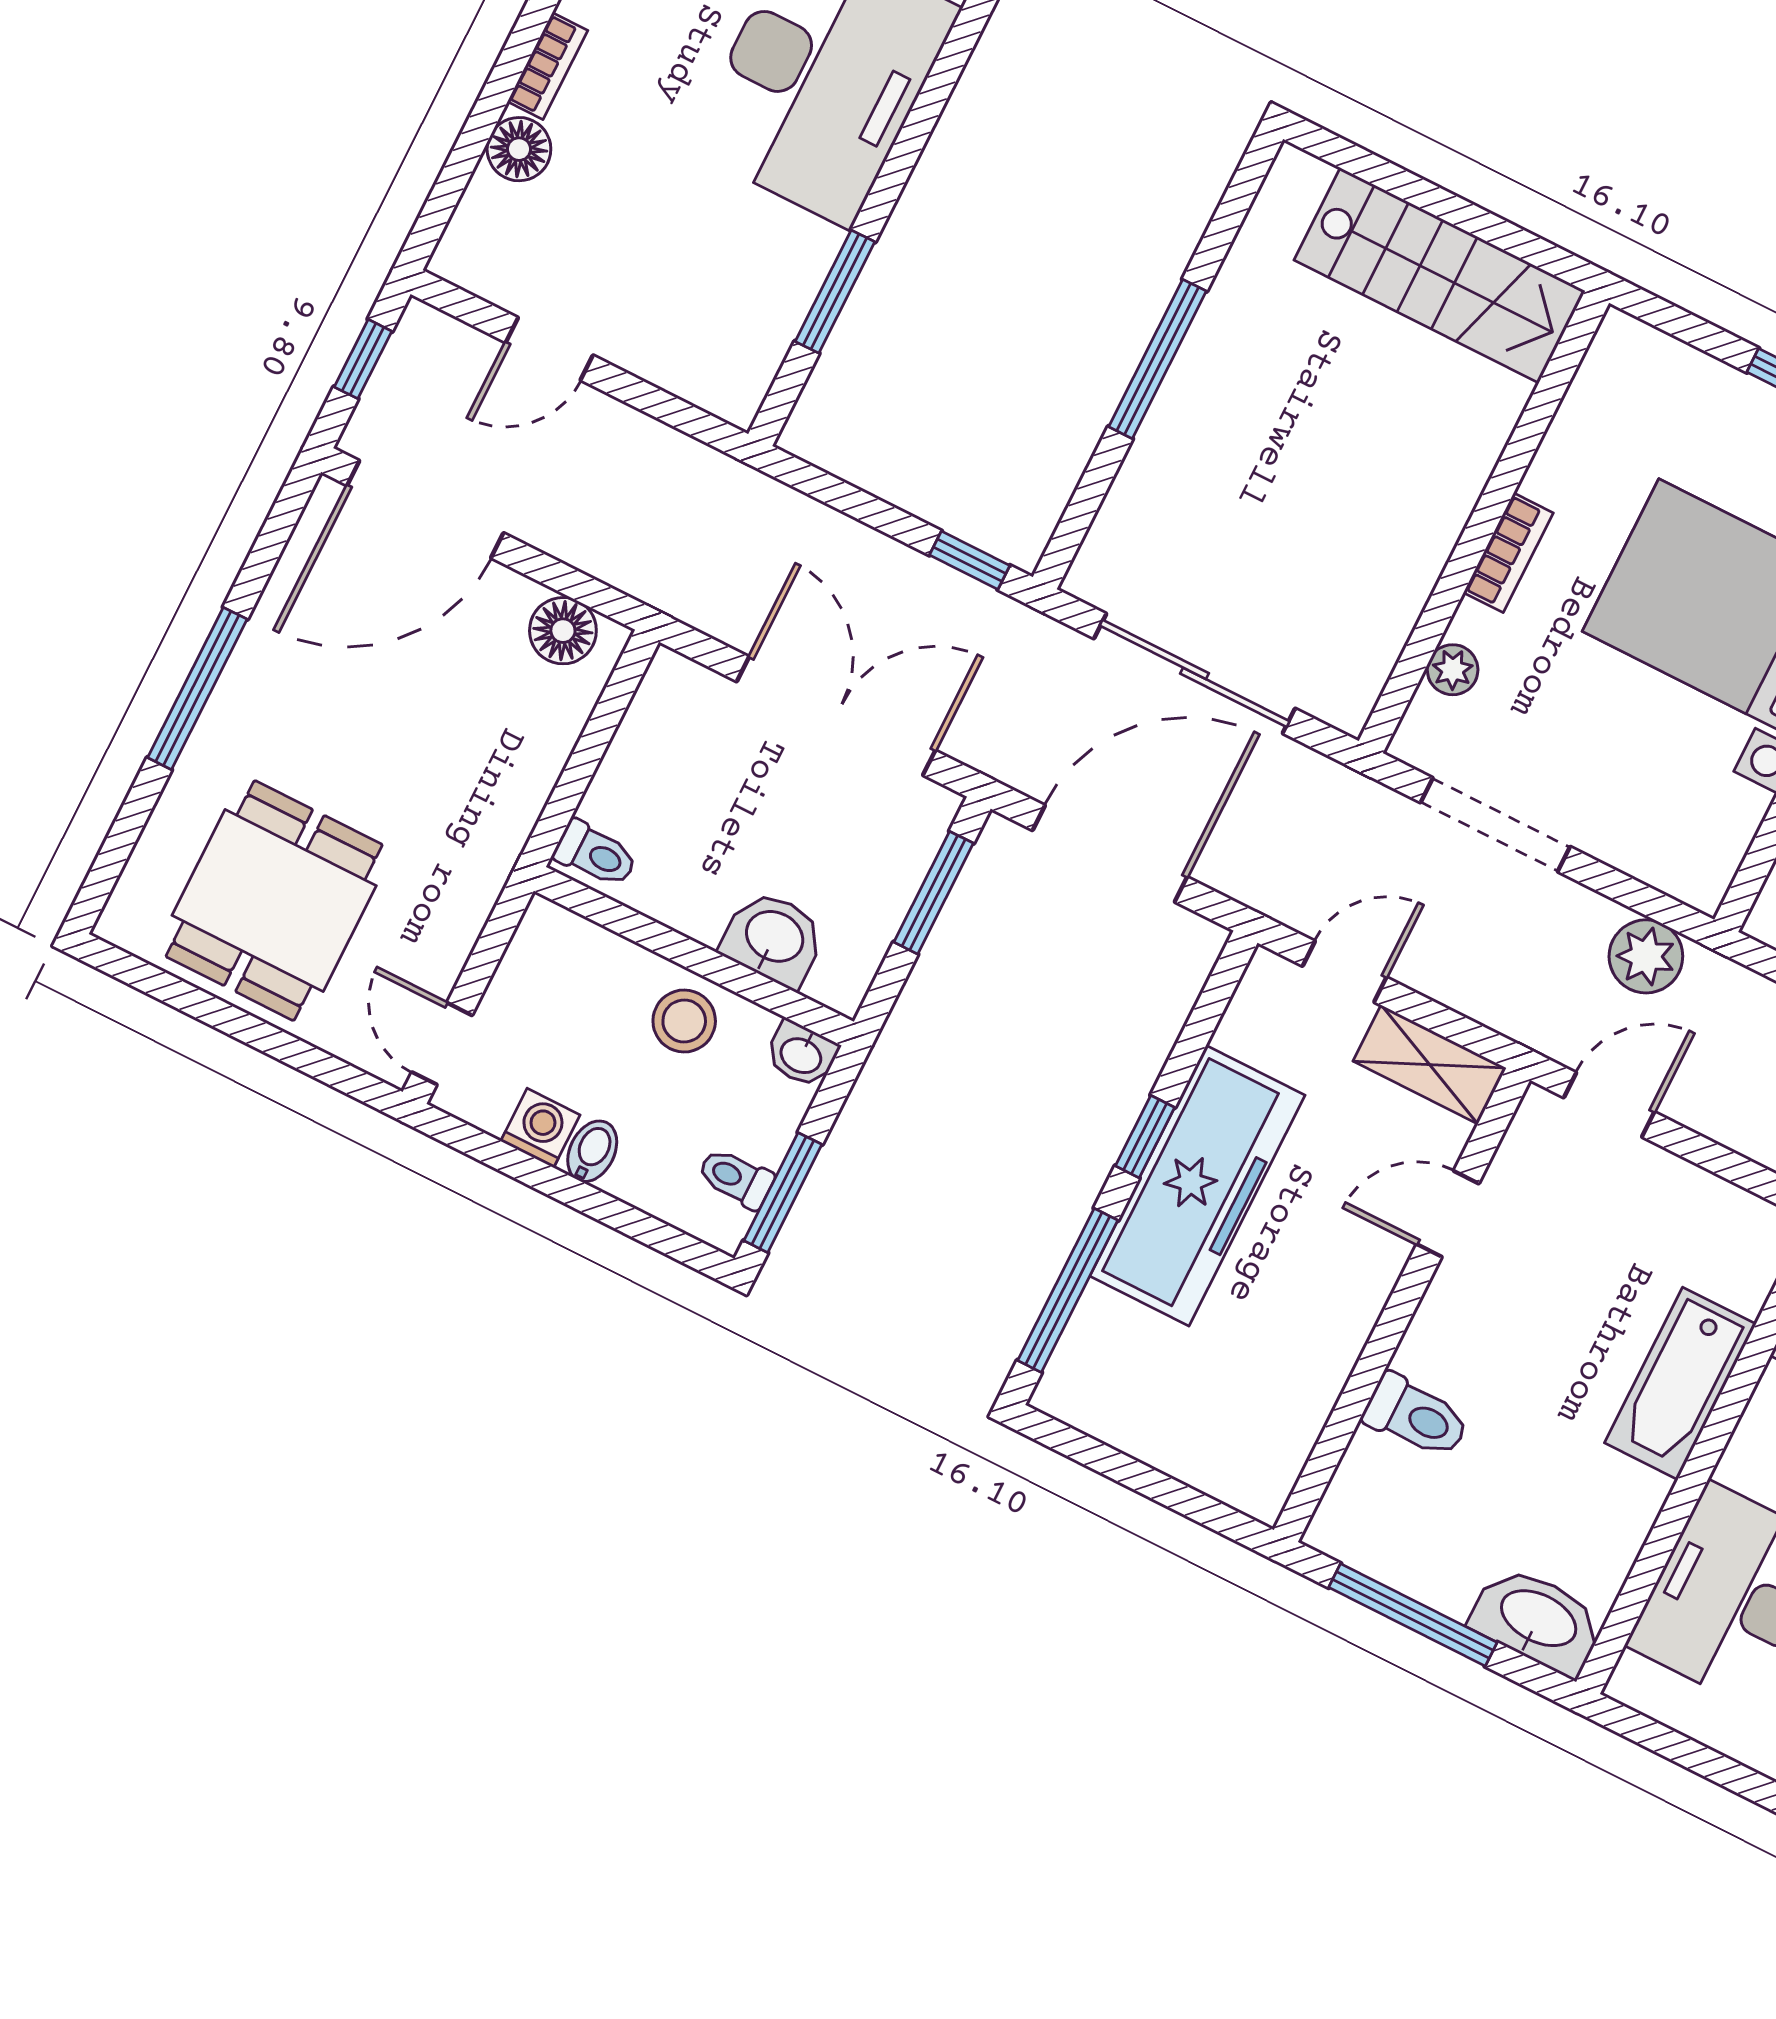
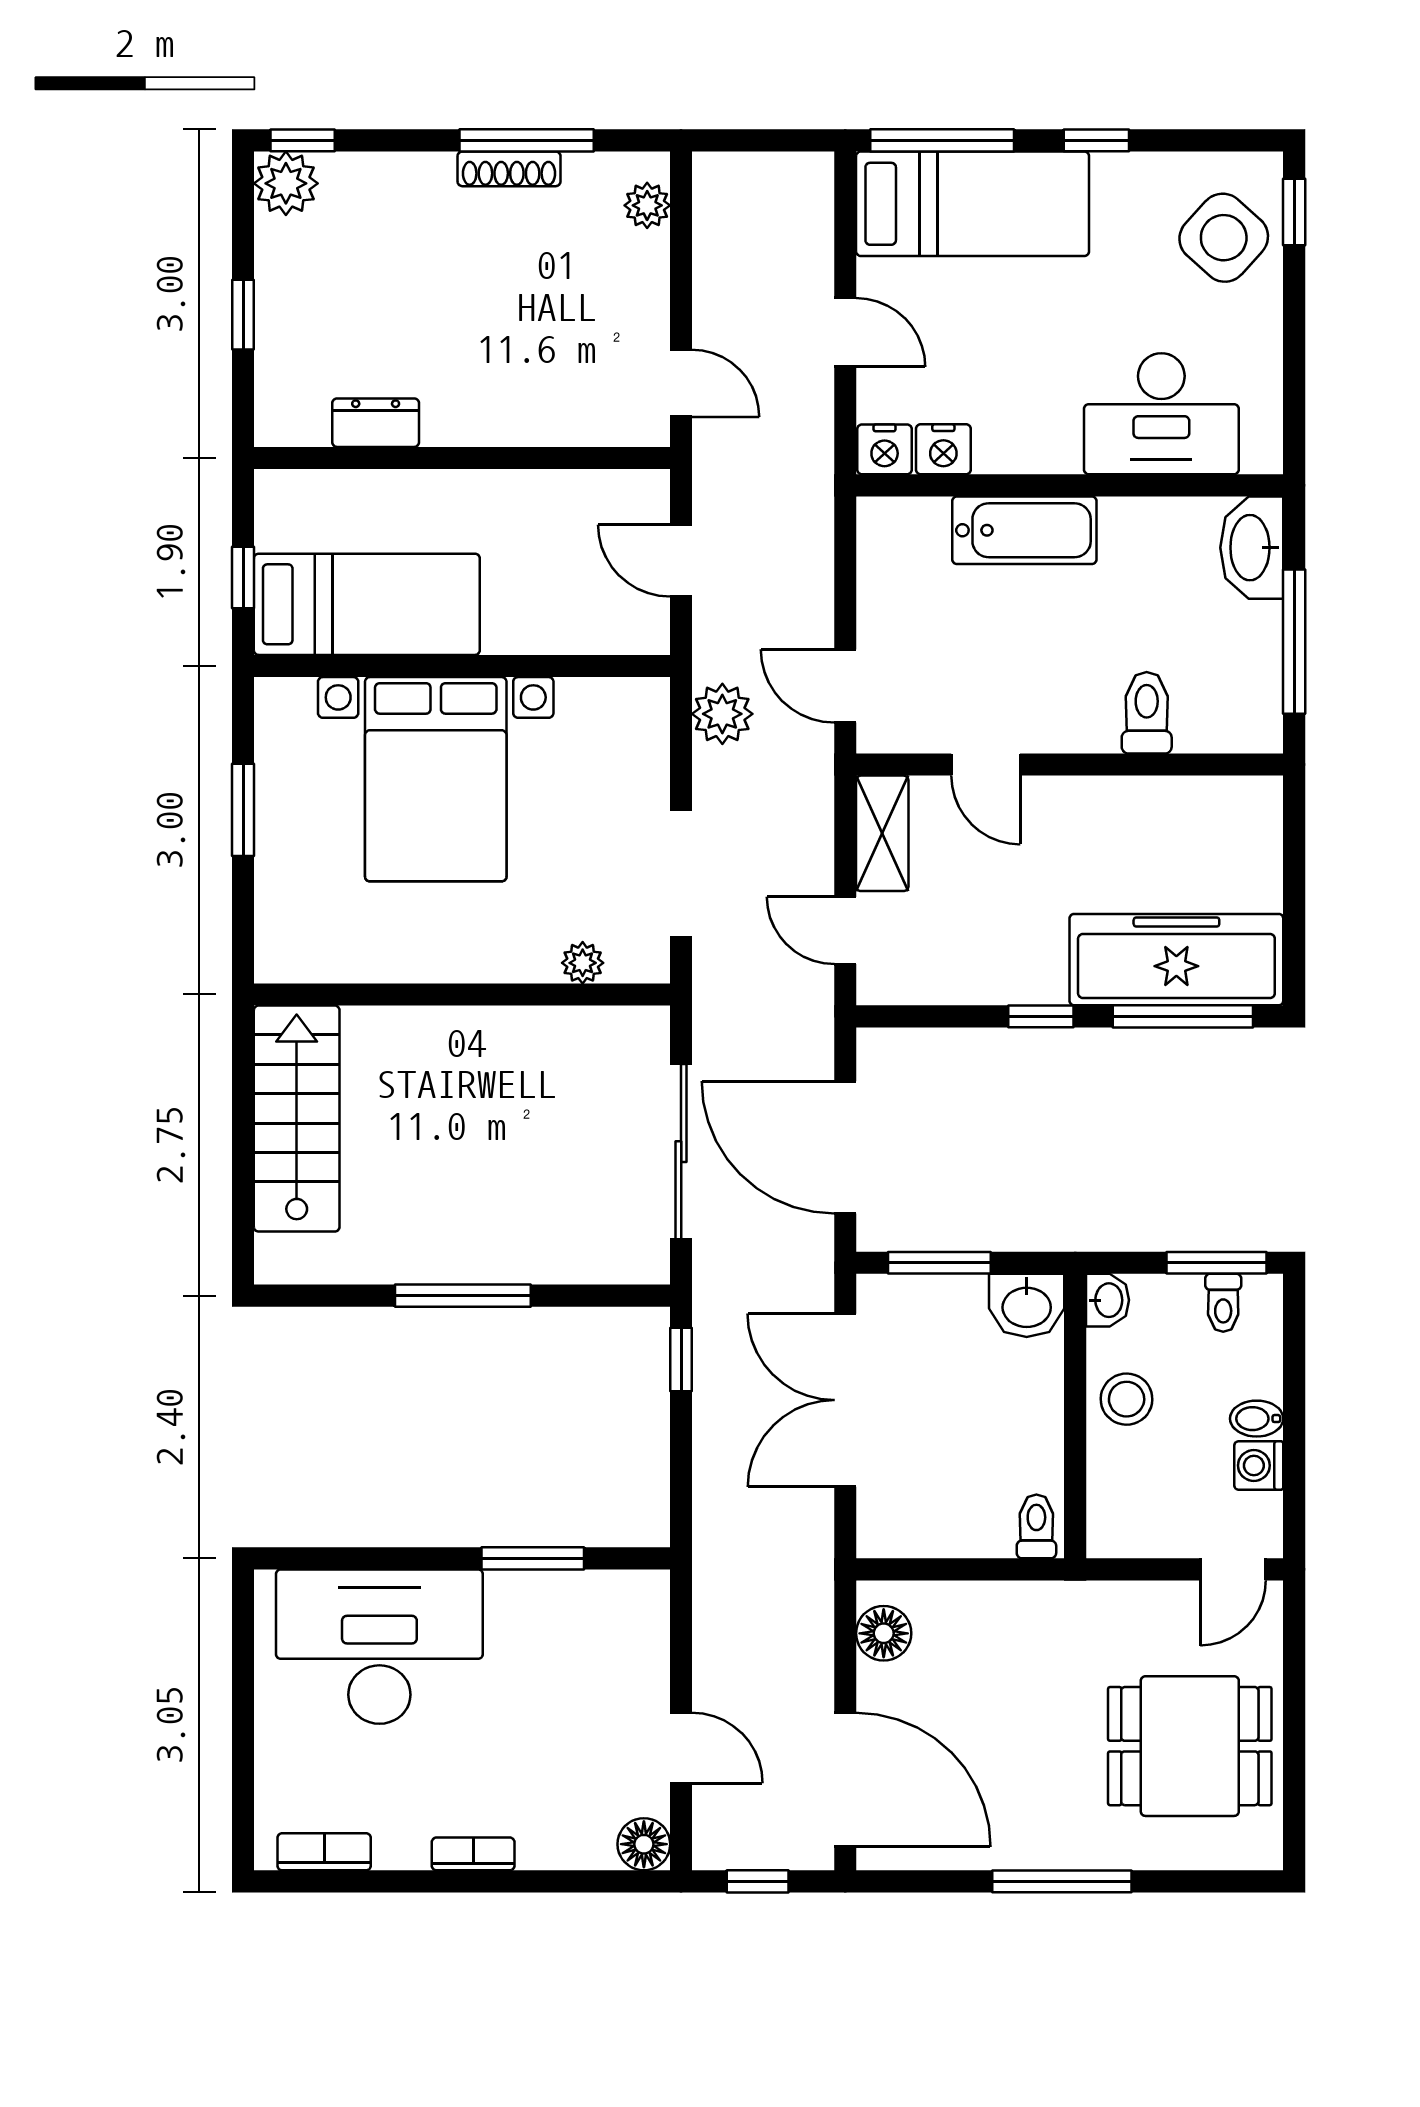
floor lamp: (519, 149) -> (644, 1844), moved
bookcase: (1508, 553) -> (476, 965), removed
washbasin: (774, 938) -> (1027, 1305), moved, turned -90
freezer: (1197, 1186) -> (1176, 960), moved

